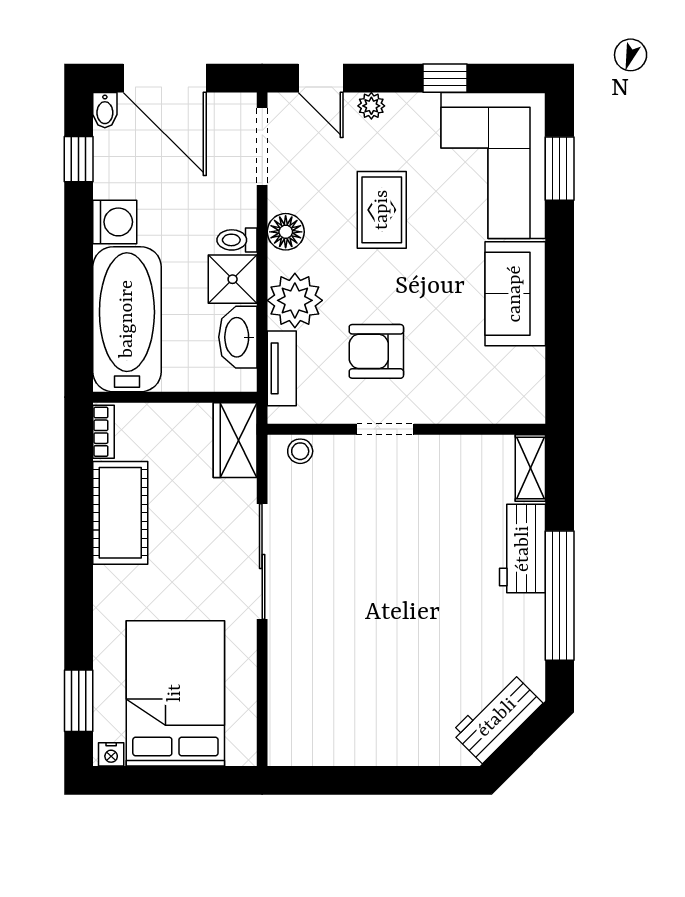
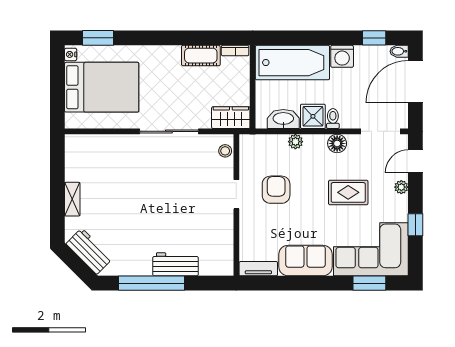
plant: (295, 300) -> (295, 142), width x0.53, depth x0.53
tv unit: (282, 368) -> (258, 269), moved, turned 180
shelving: (530, 468) -> (72, 199), moved, turned 90
cot: (120, 513) -> (201, 56), width x0.73, depth x0.75

